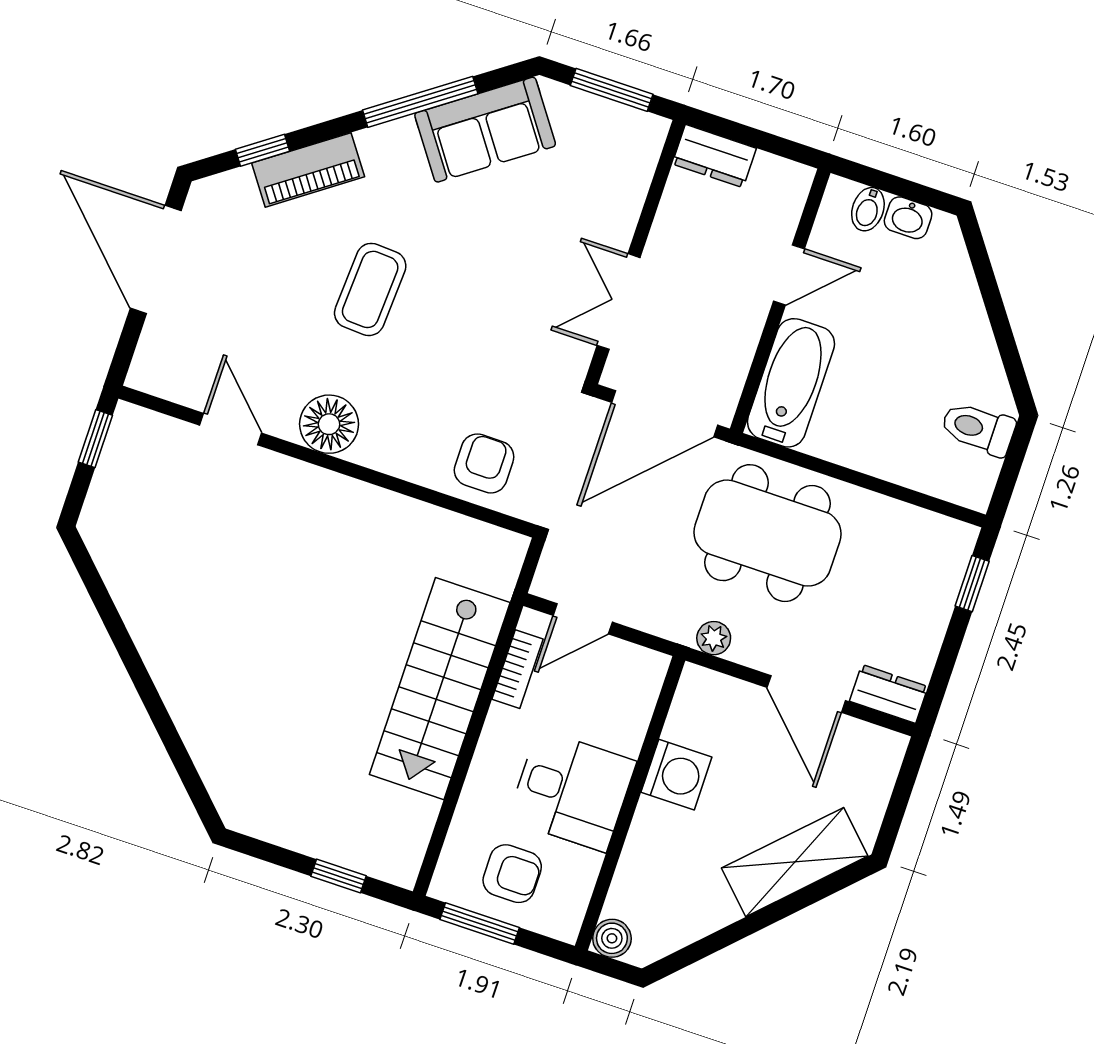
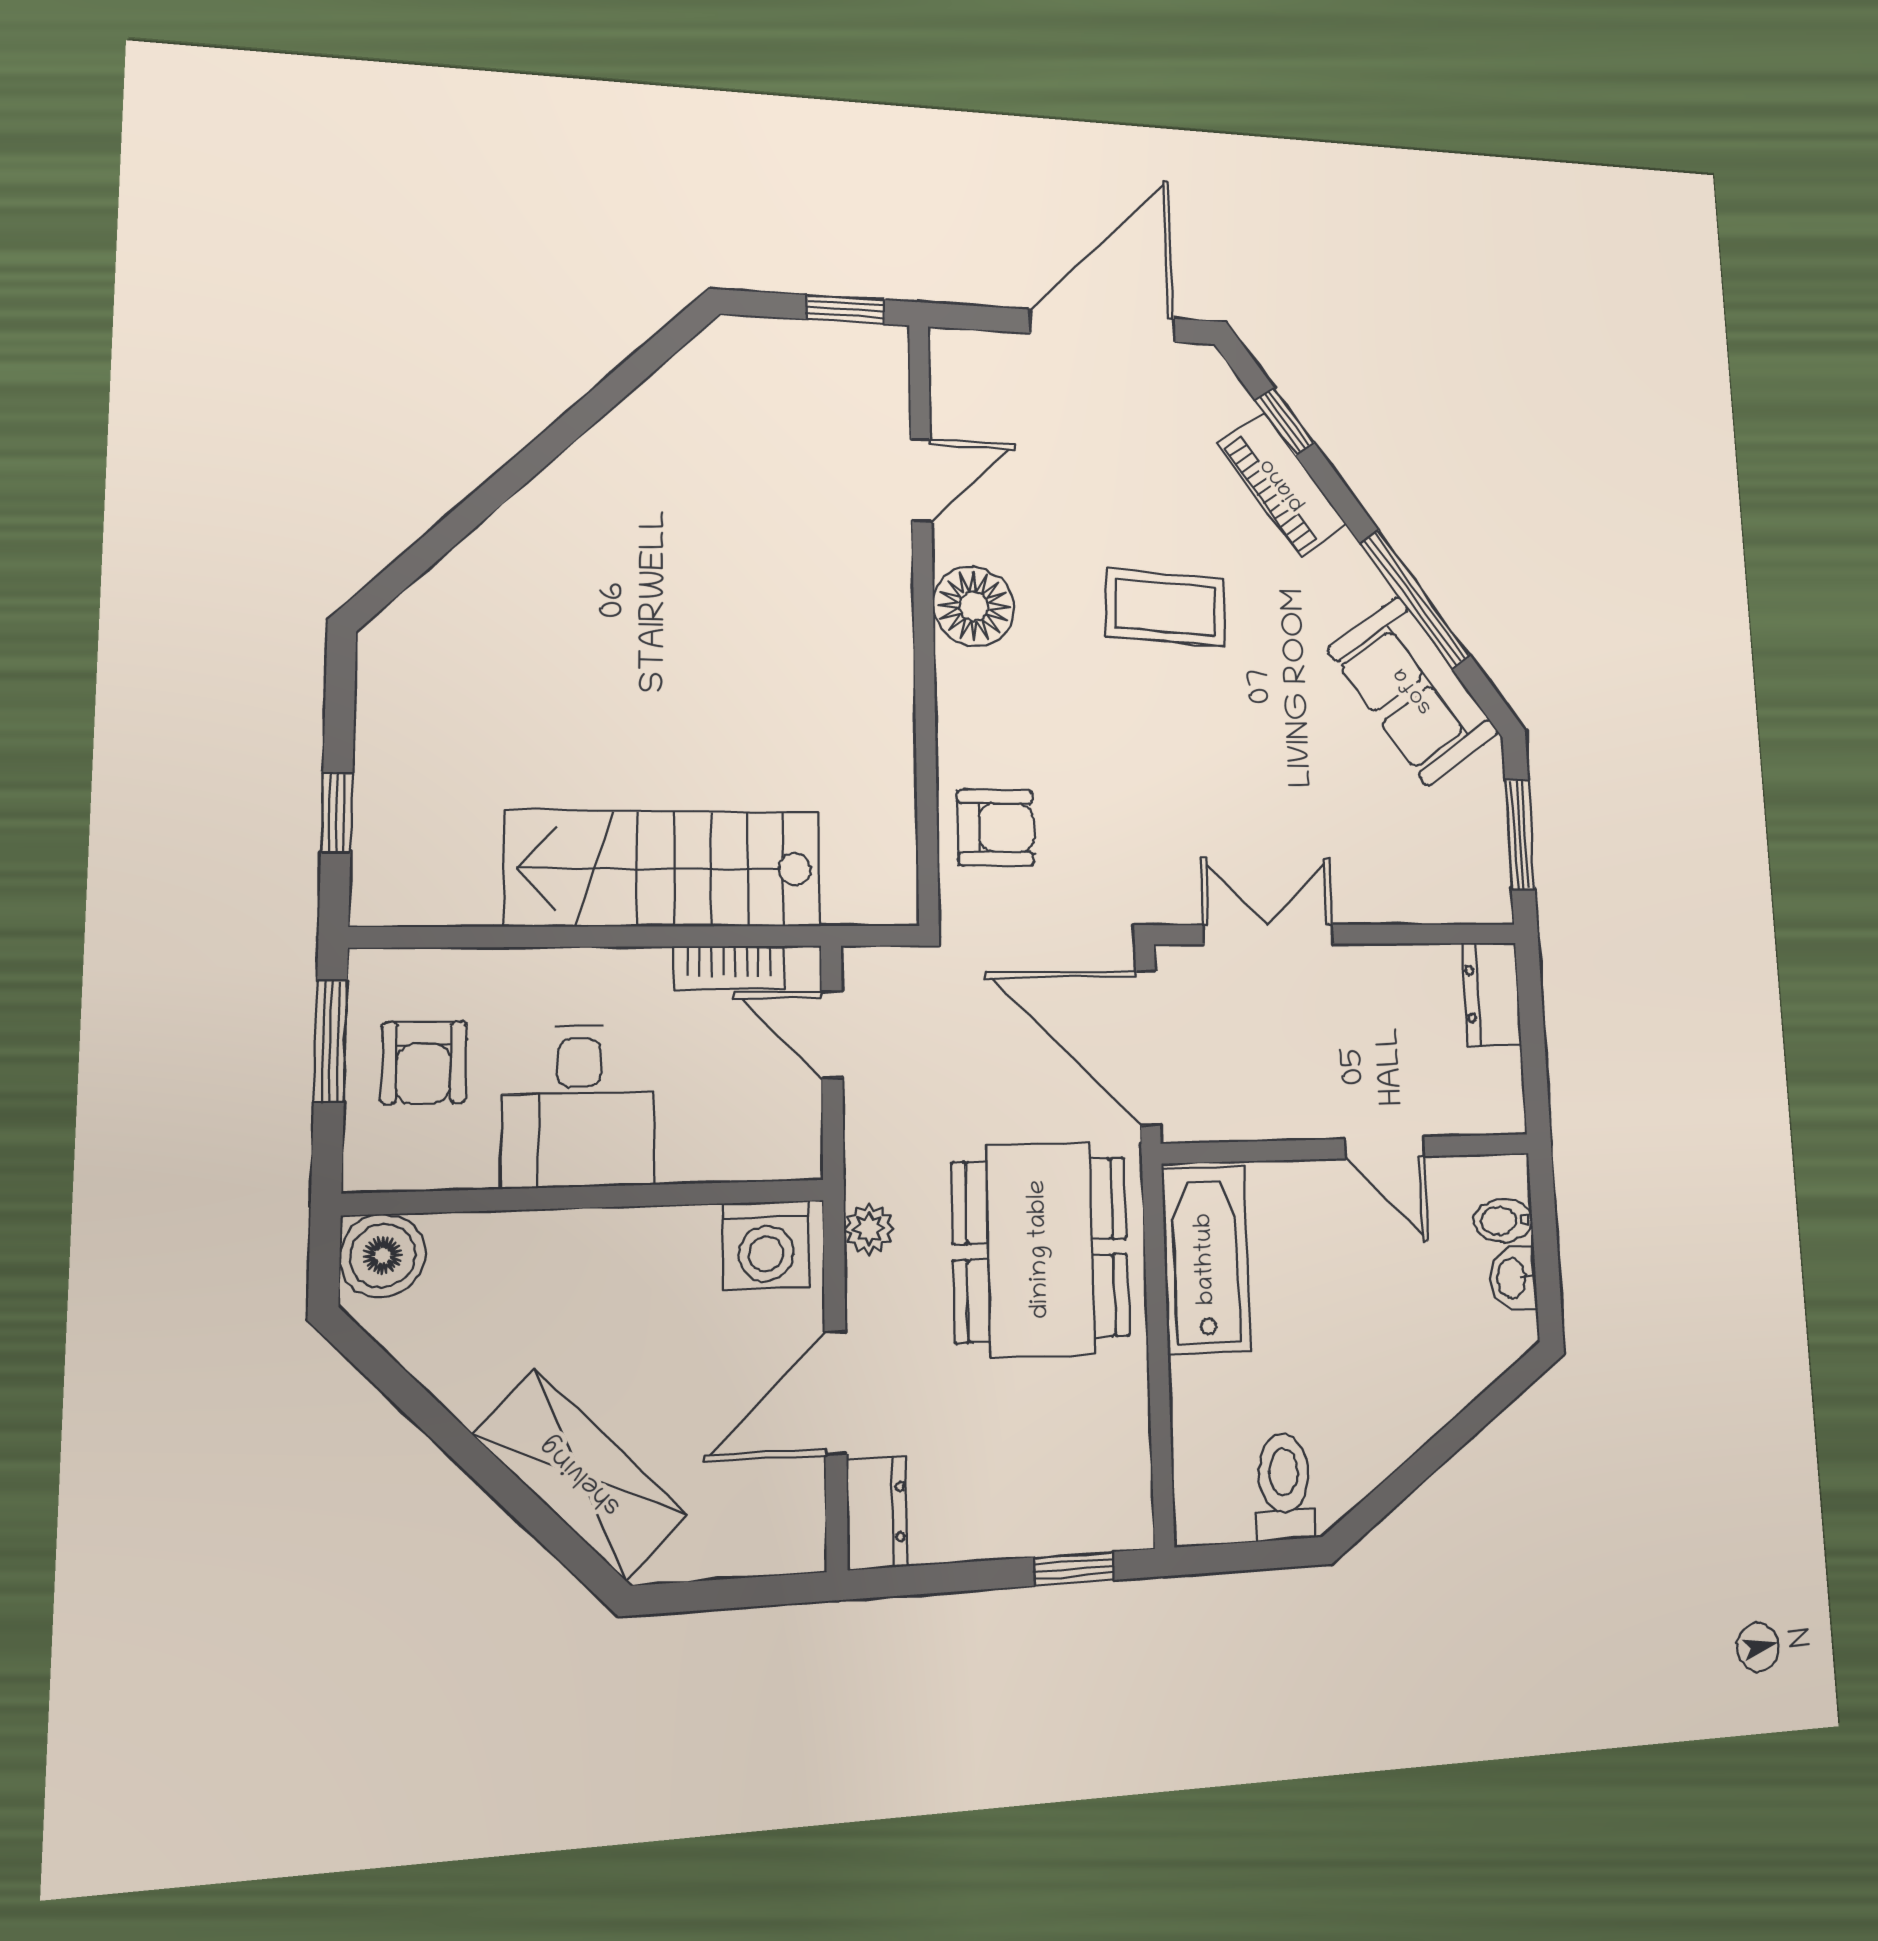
bathtub: (791, 383) -> (1206, 1259), moved, turned -90
washing machine: (676, 775) -> (766, 1245), moved
boiler: (612, 938) -> (383, 1256), width x1.36, depth x1.36

